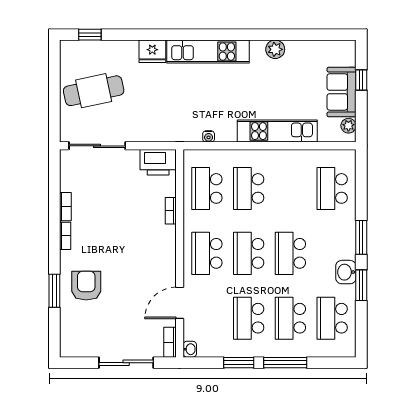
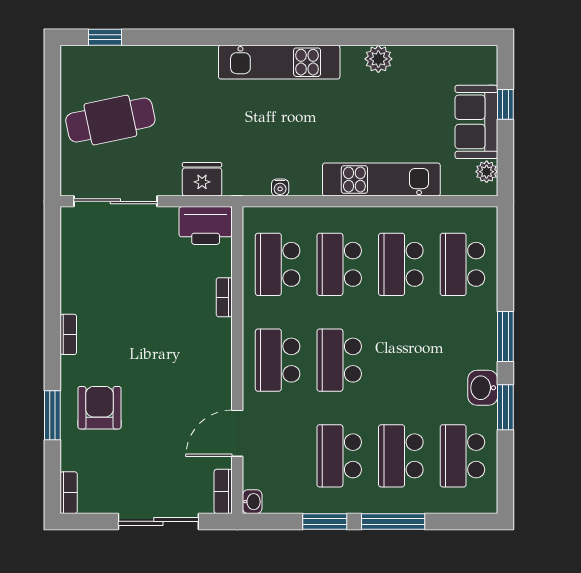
fridge: (152, 51) -> (202, 179), moved, turned 180
bookcase: (65, 207) -> (69, 493), moved
school desk: (290, 253) -> (401, 264), moved

